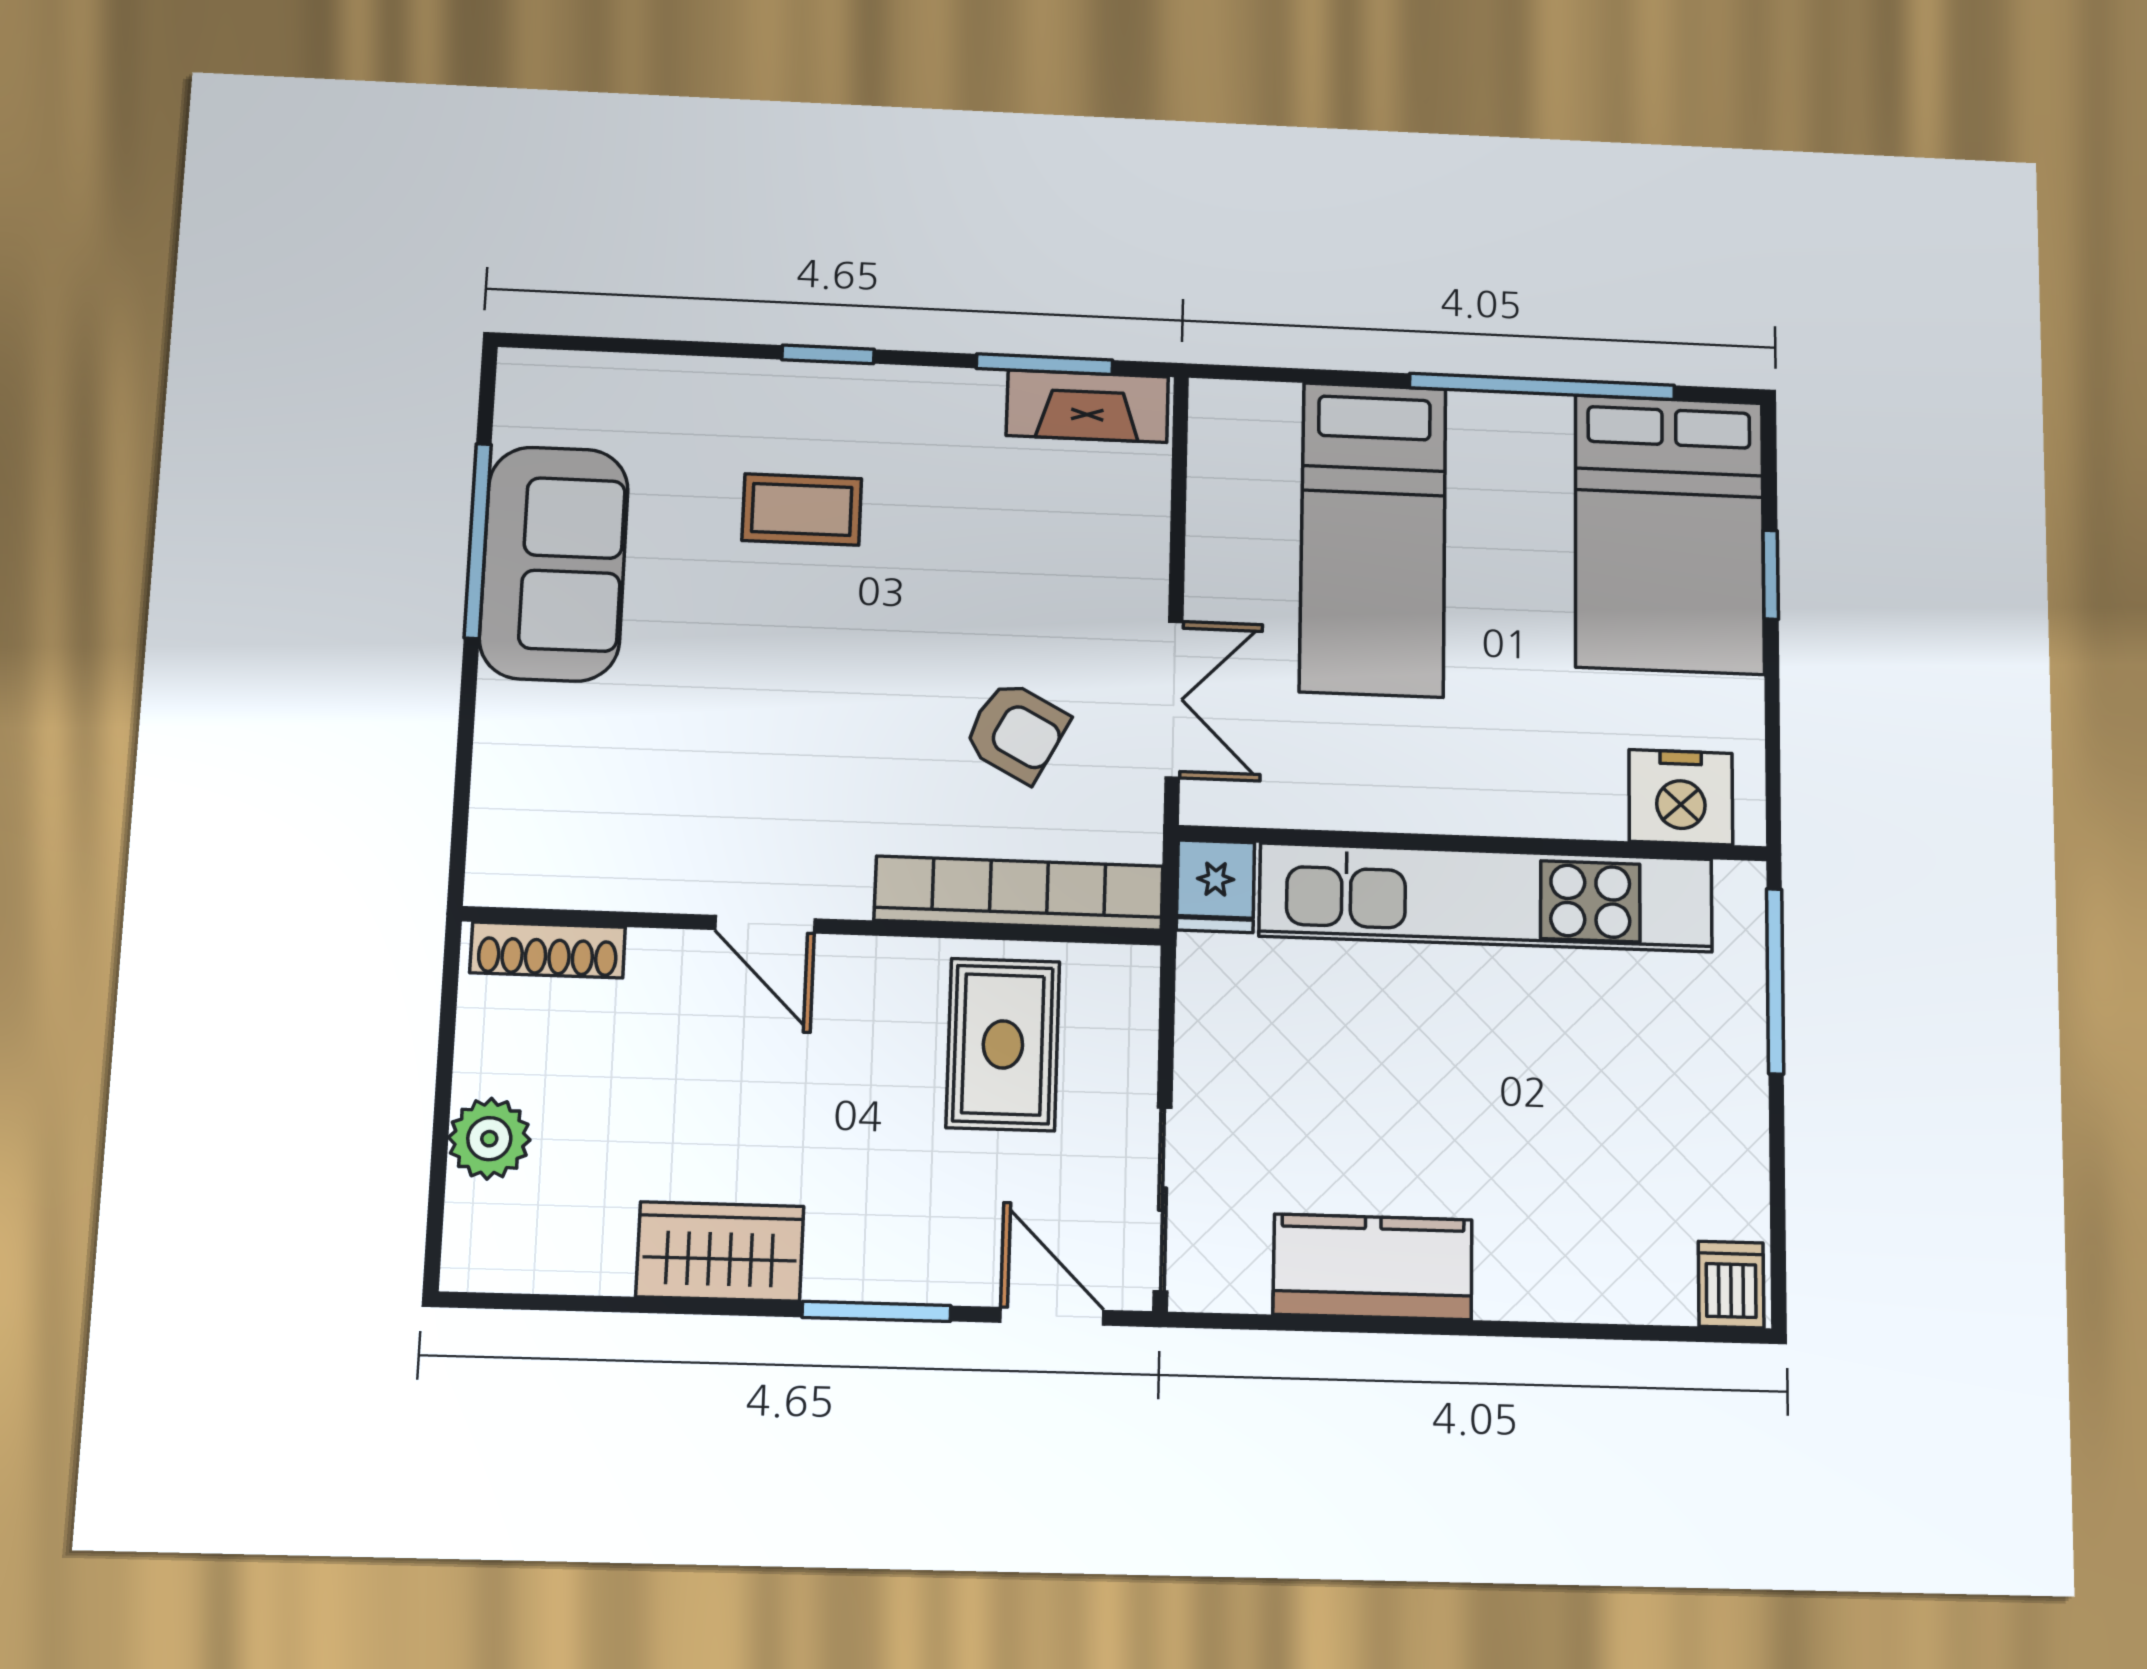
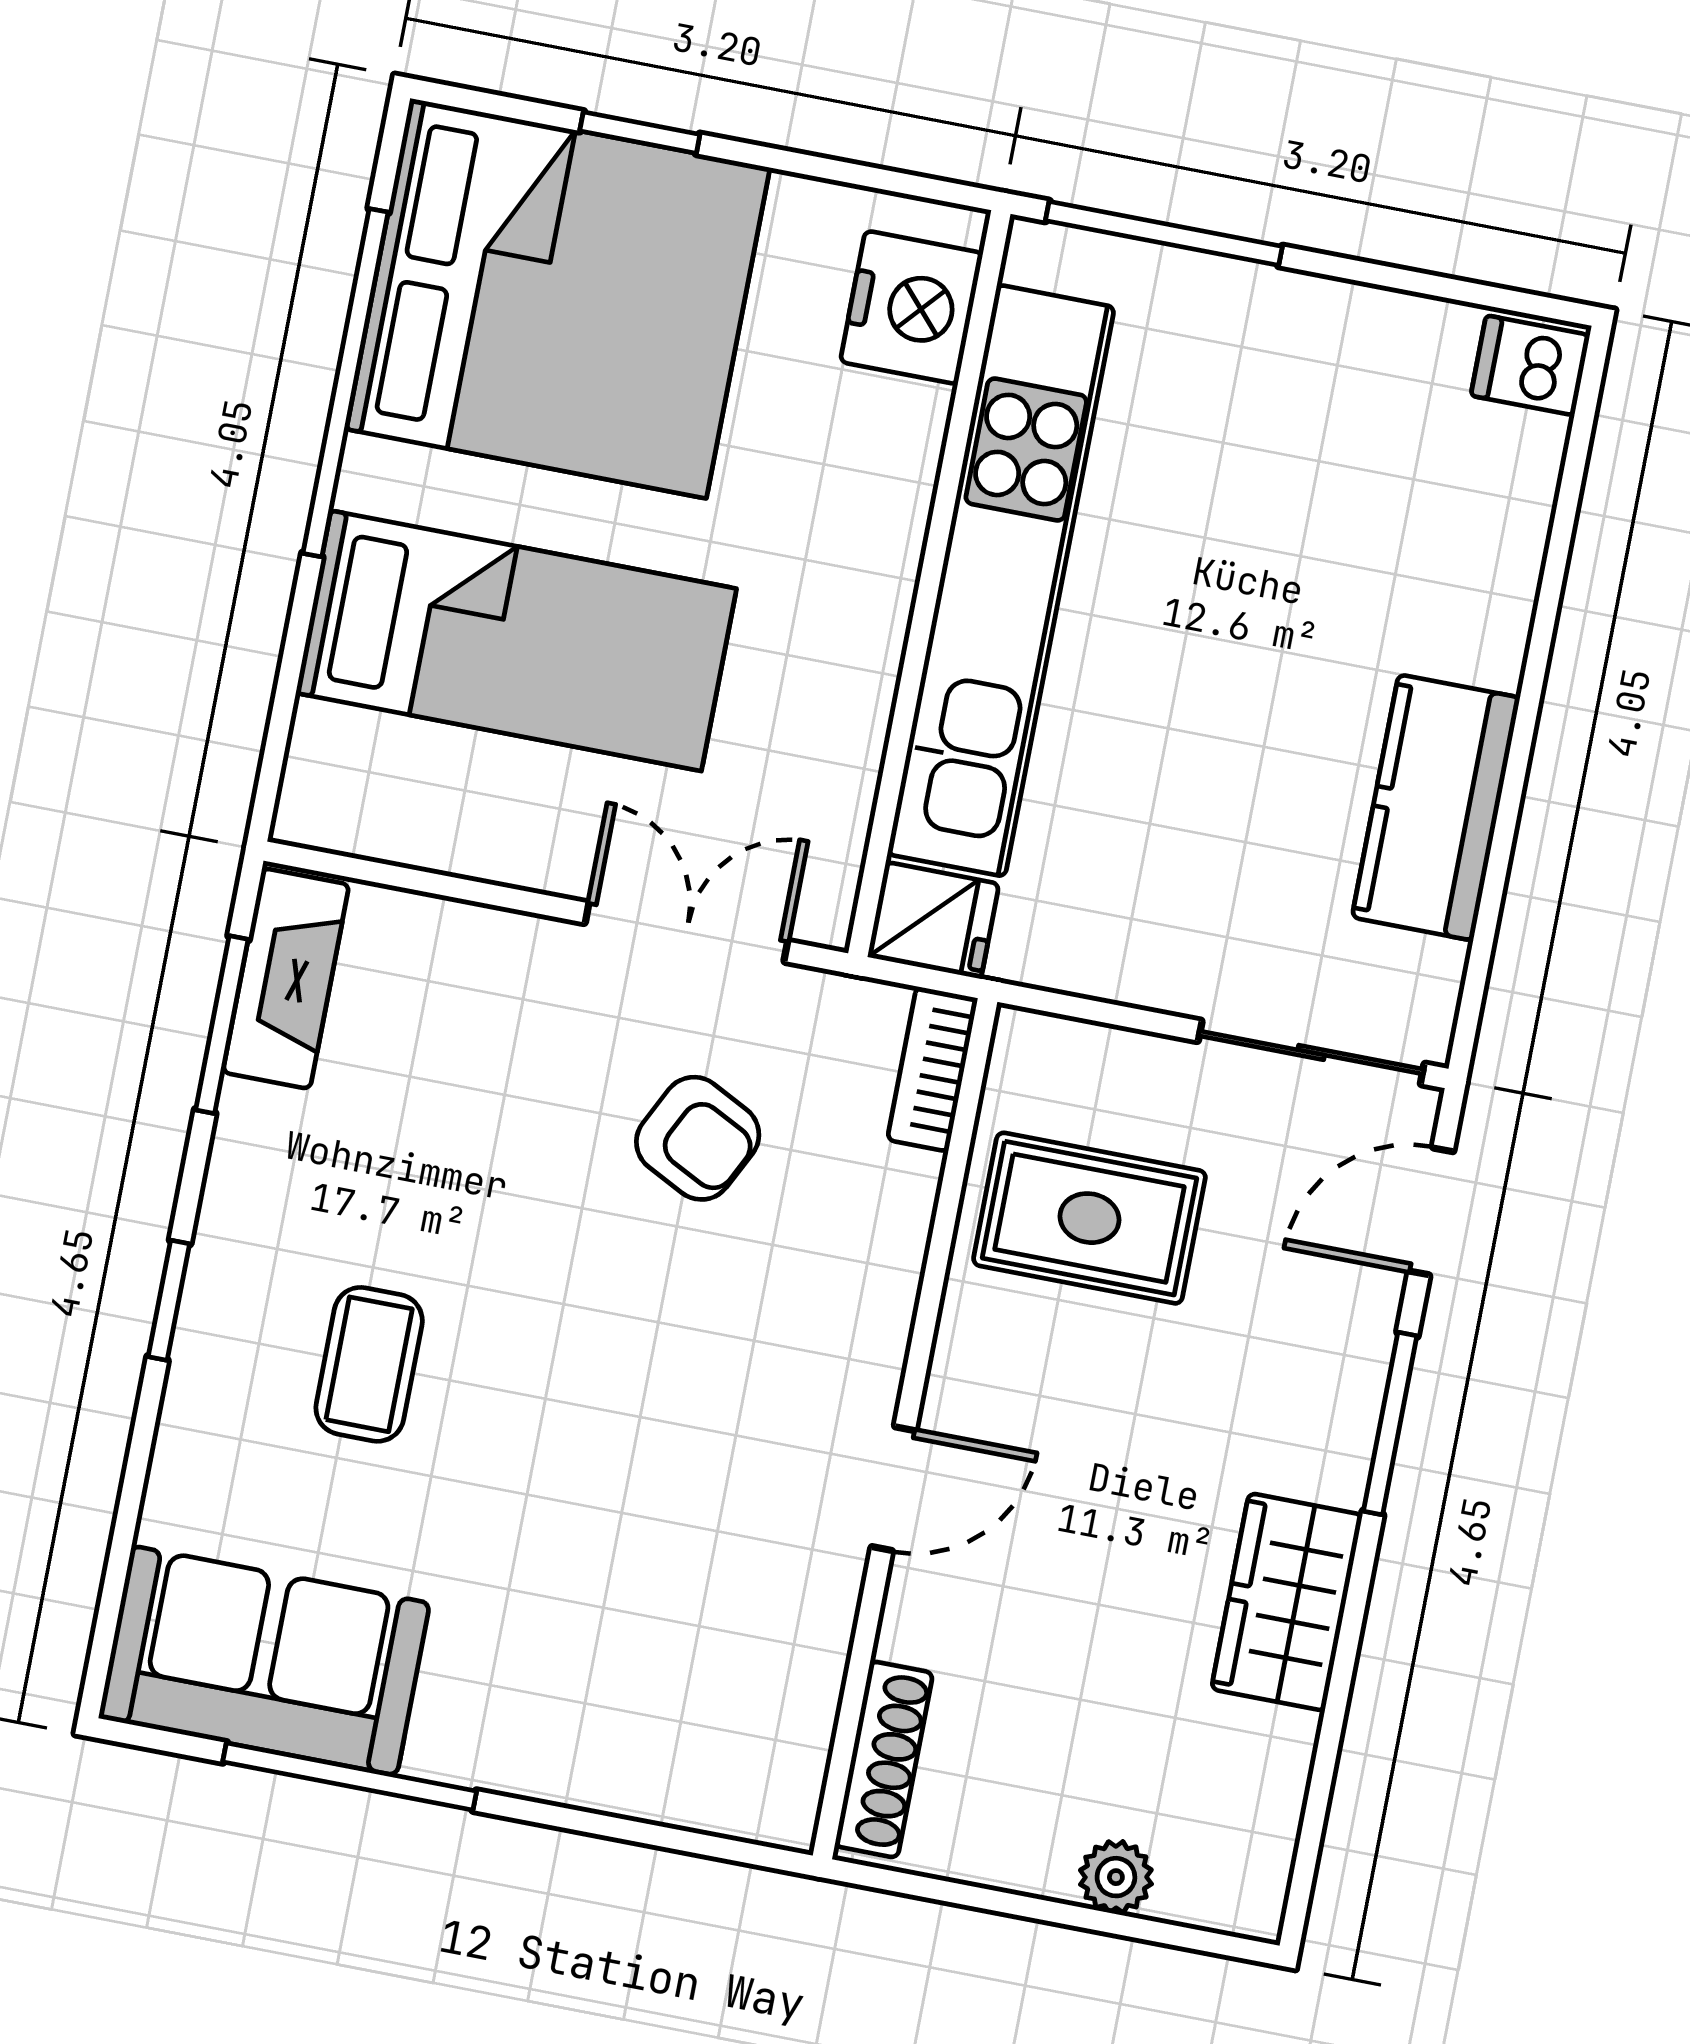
bed: (1669, 534) -> (558, 298), width x1.36
sofa: (554, 564) -> (264, 1661), moved
armchair: (1016, 732) -> (698, 1138), turned 89
bookcase: (1019, 893) -> (933, 1069), width x0.43, depth x0.76
plant: (489, 1139) -> (1116, 1877), width x0.73, depth x0.73

